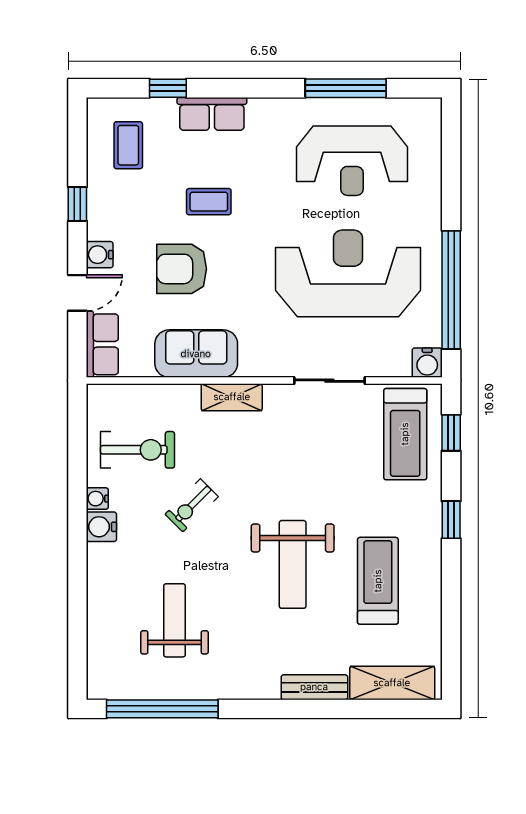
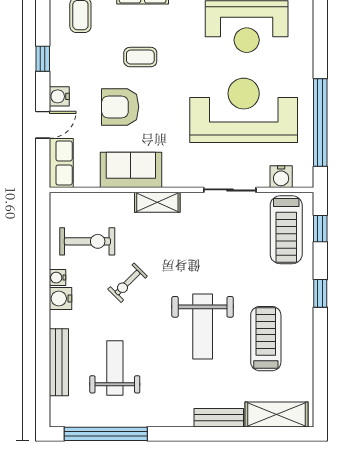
water cooler: (427, 363) -> (281, 177), moved
bench: (99, 612) -> (59, 362), added

